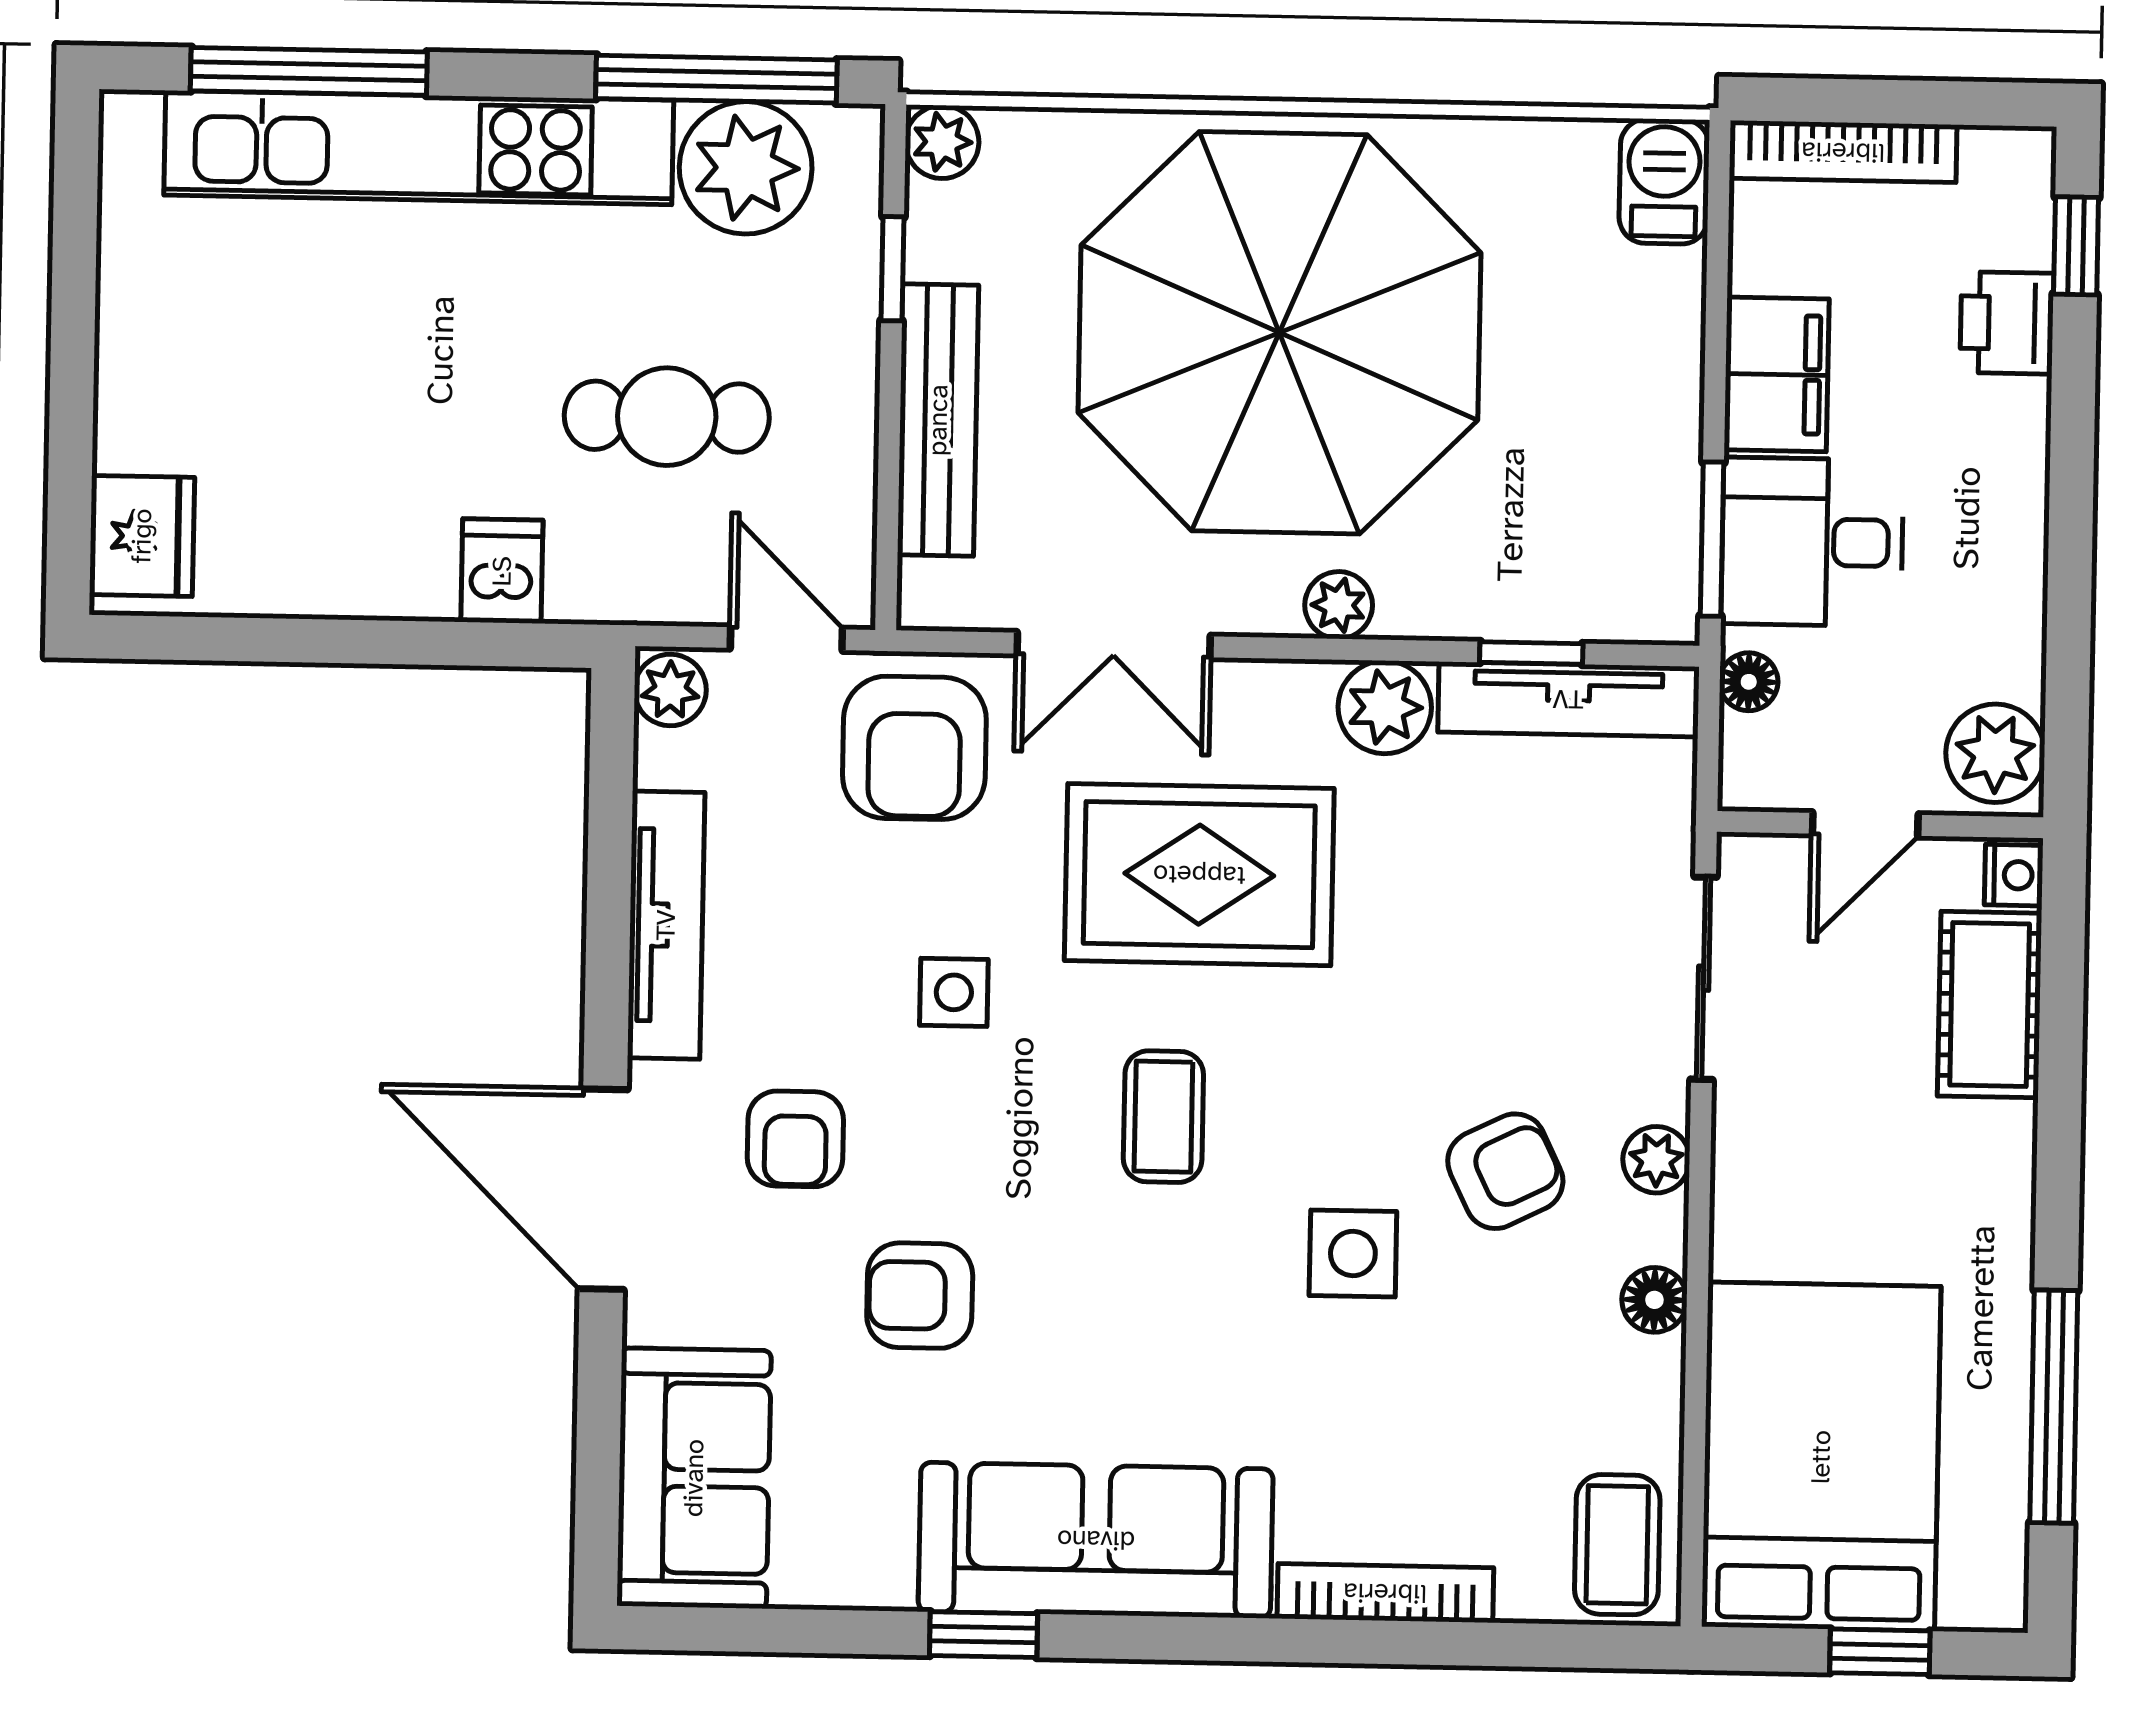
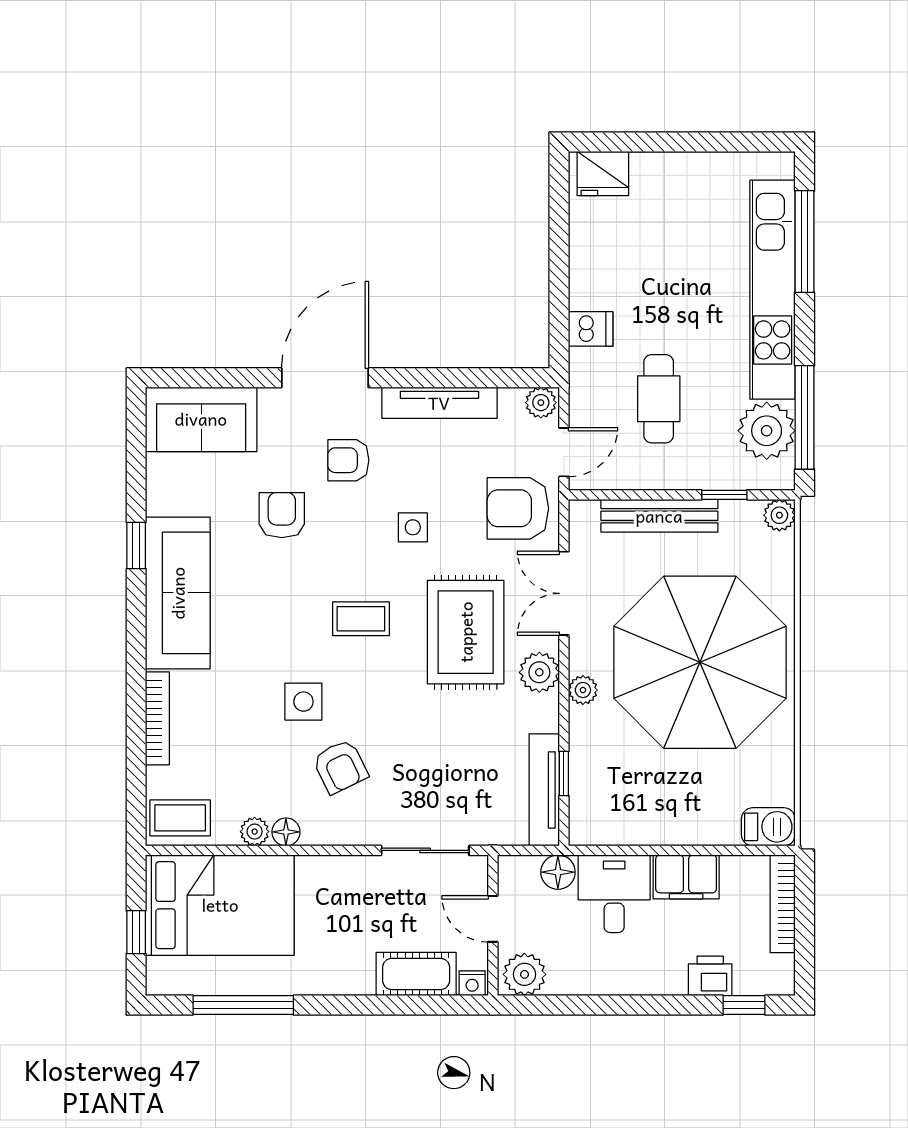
window: (1712, 539) -> (615, 850), removed
floor lamp: (1749, 682) -> (558, 872), width x1.37, depth x1.37
plant: (1385, 707) -> (539, 672), moved
plant: (1656, 1160) -> (255, 832), moved

